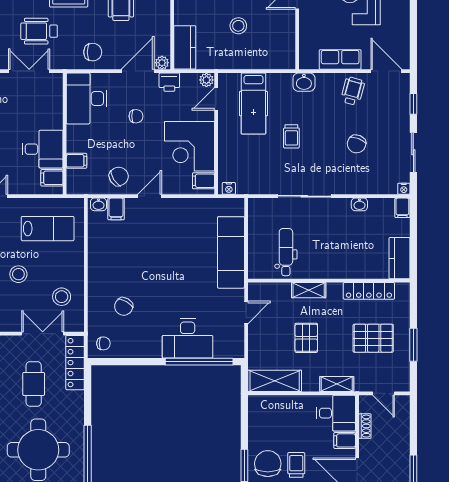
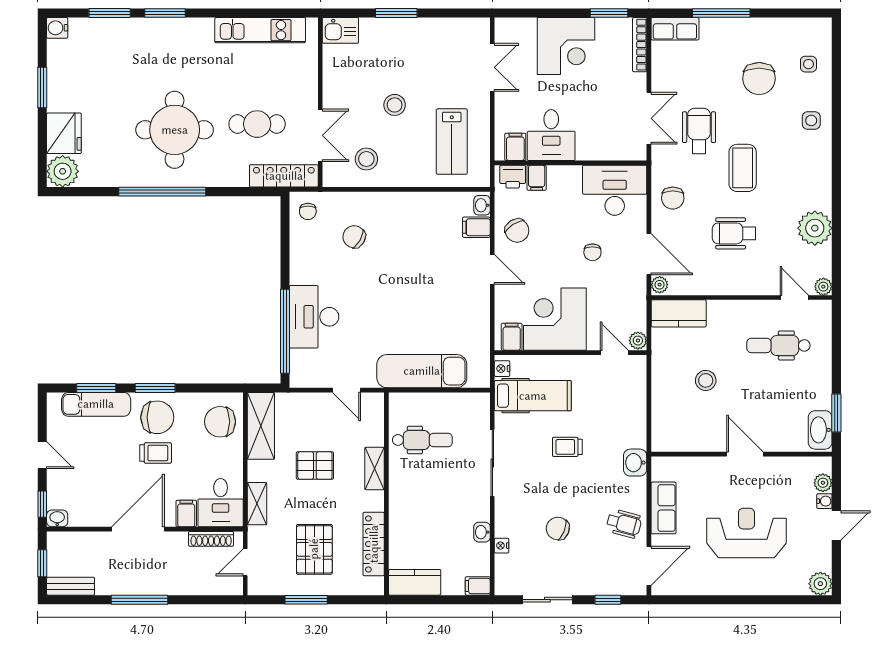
printer: (169, 82) -> (513, 177), moved, turned -90
hospital bed: (253, 104) -> (533, 396), moved, turned 180
nightstand: (404, 189) -> (502, 546), moved
chair: (271, 414) -> (220, 422), added
shoe rack: (365, 426) -> (211, 539), width x1.43

